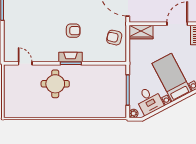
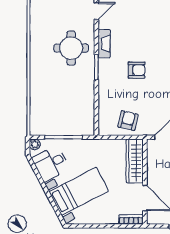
armchair: (73, 31) -> (137, 70), turned -90
wardrobe: (141, 32) -> (135, 161), width x1.50
fireplace: (71, 57) -> (104, 44), moved

